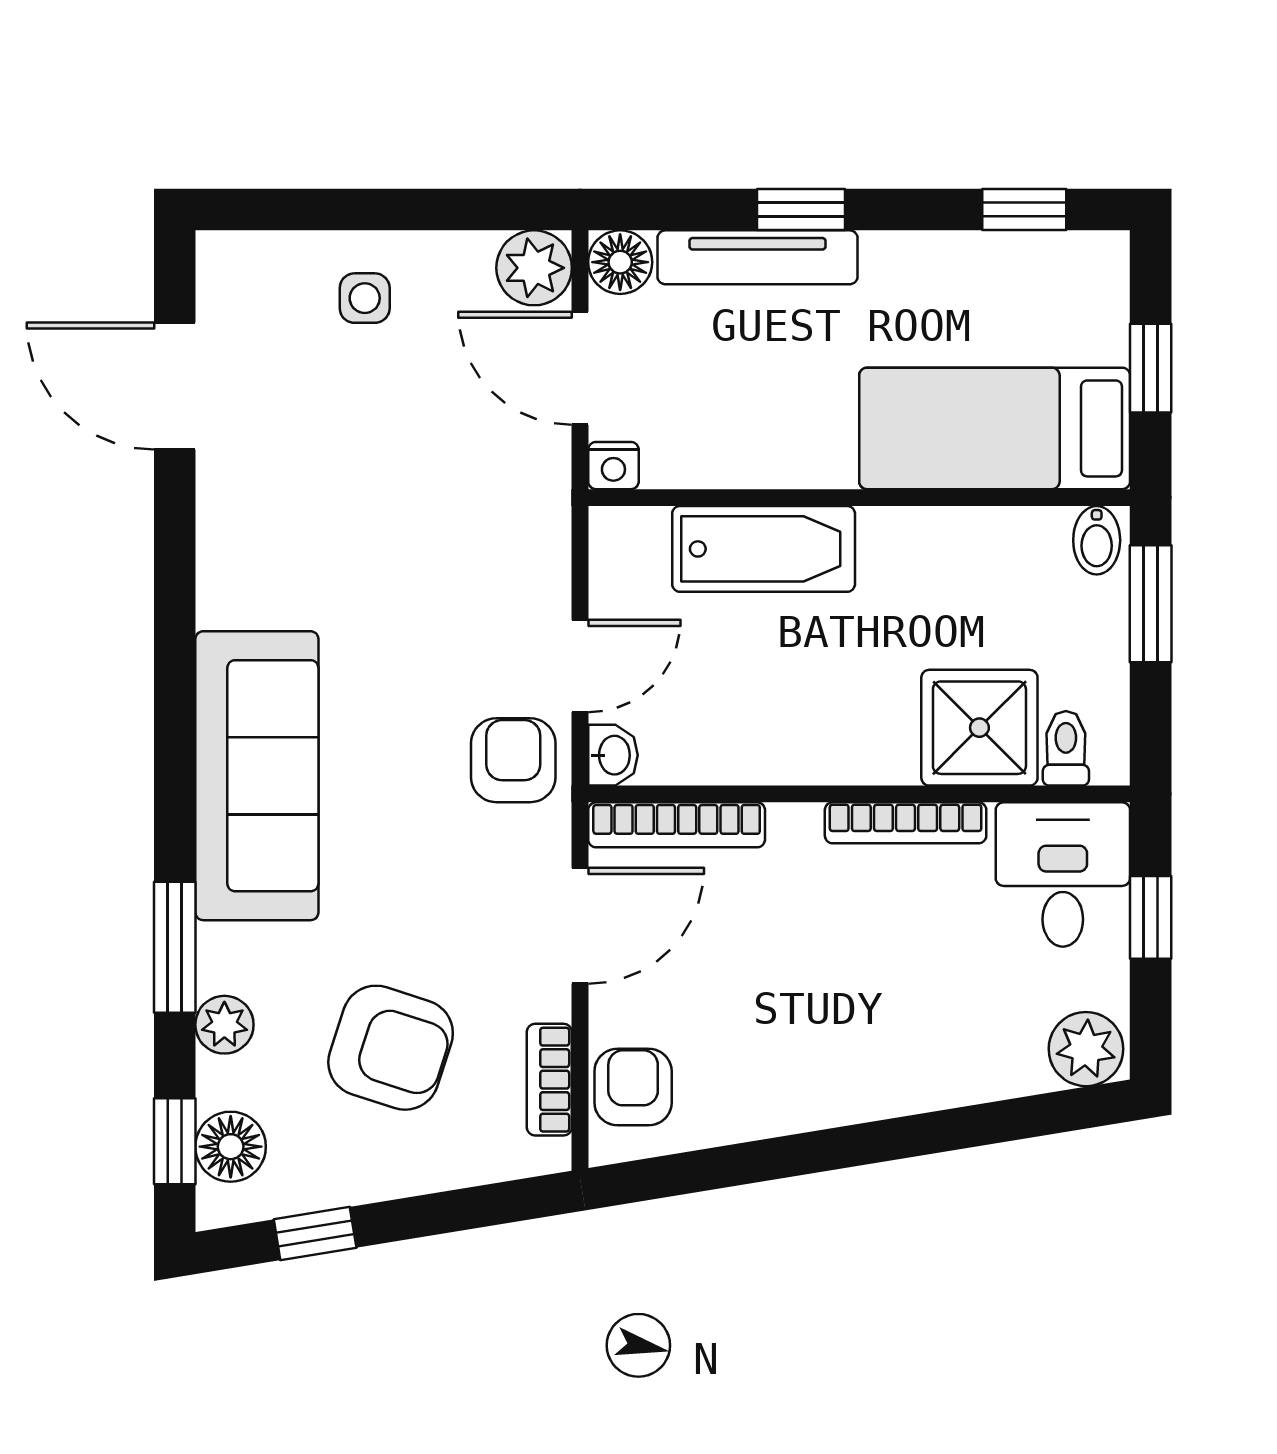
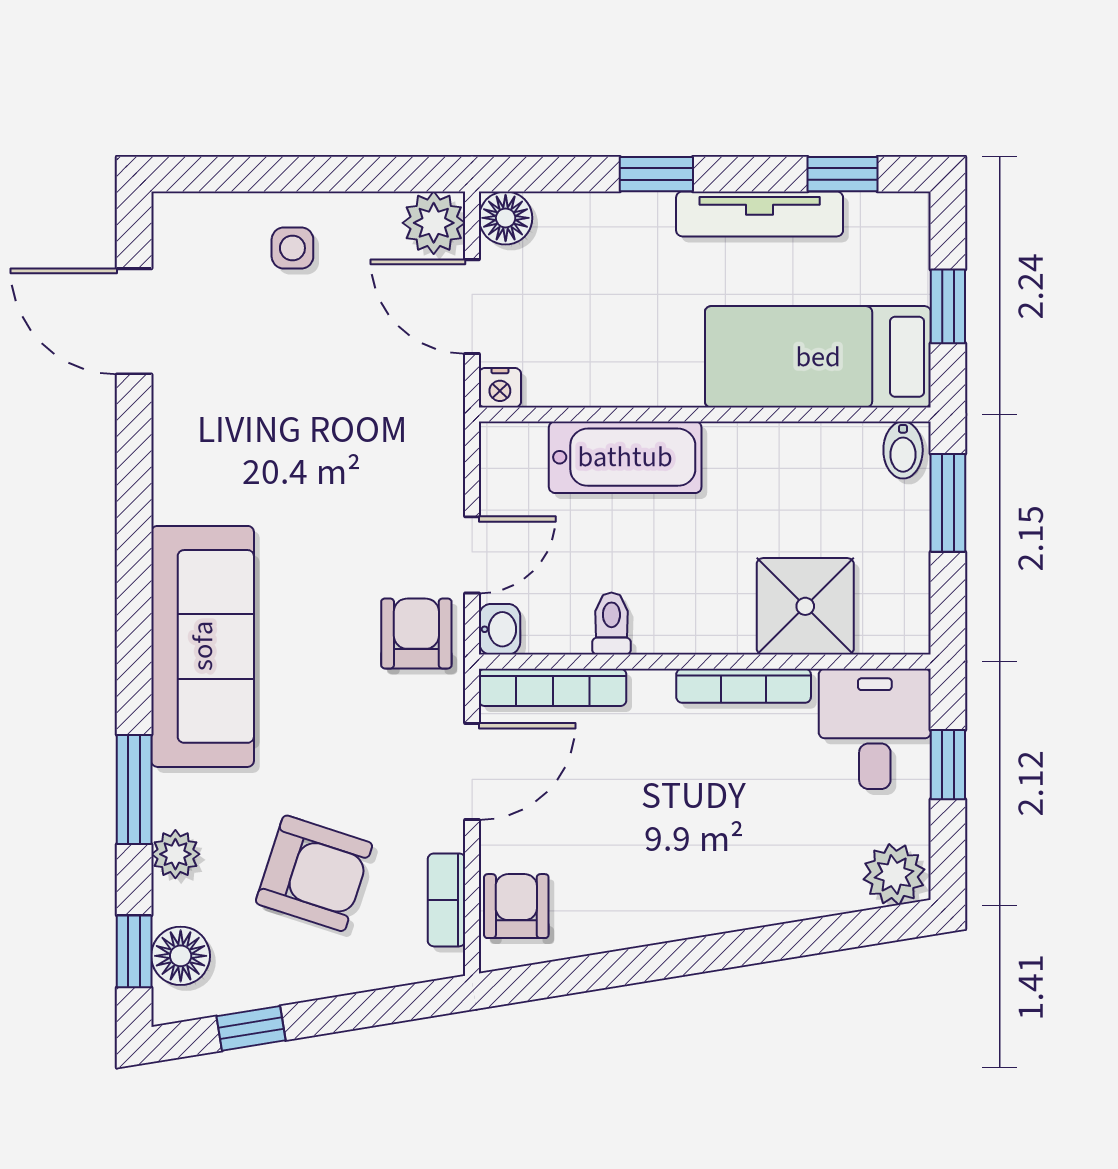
tv unit: (757, 257) -> (760, 214), moved
toilet: (1066, 748) -> (611, 624), moved

